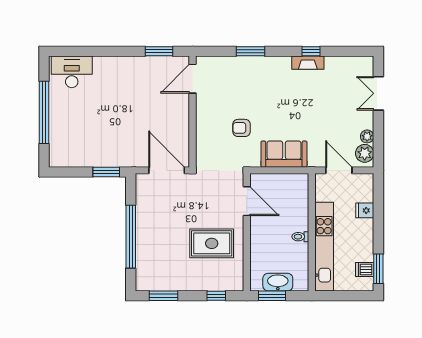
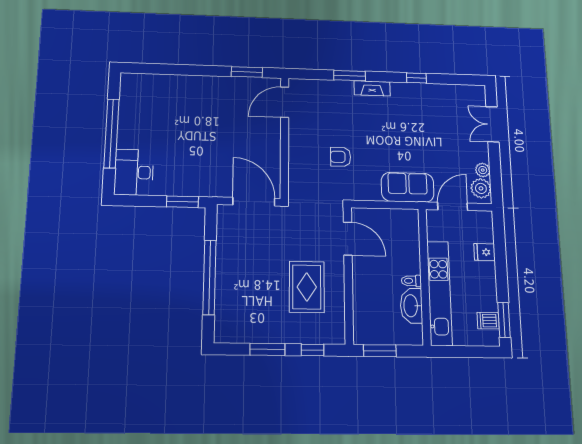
fireplace: (308, 63) -> (372, 88), moved
desk: (72, 72) -> (134, 172), moved, turned -90
sofa: (284, 154) -> (408, 187), moved
door: (339, 170) -> (453, 206), hinge flipped
rug: (212, 243) -> (307, 287), turned 90
washbasin: (278, 282) -> (411, 306), moved, turned -90
window: (163, 296) -> (267, 349), moved

